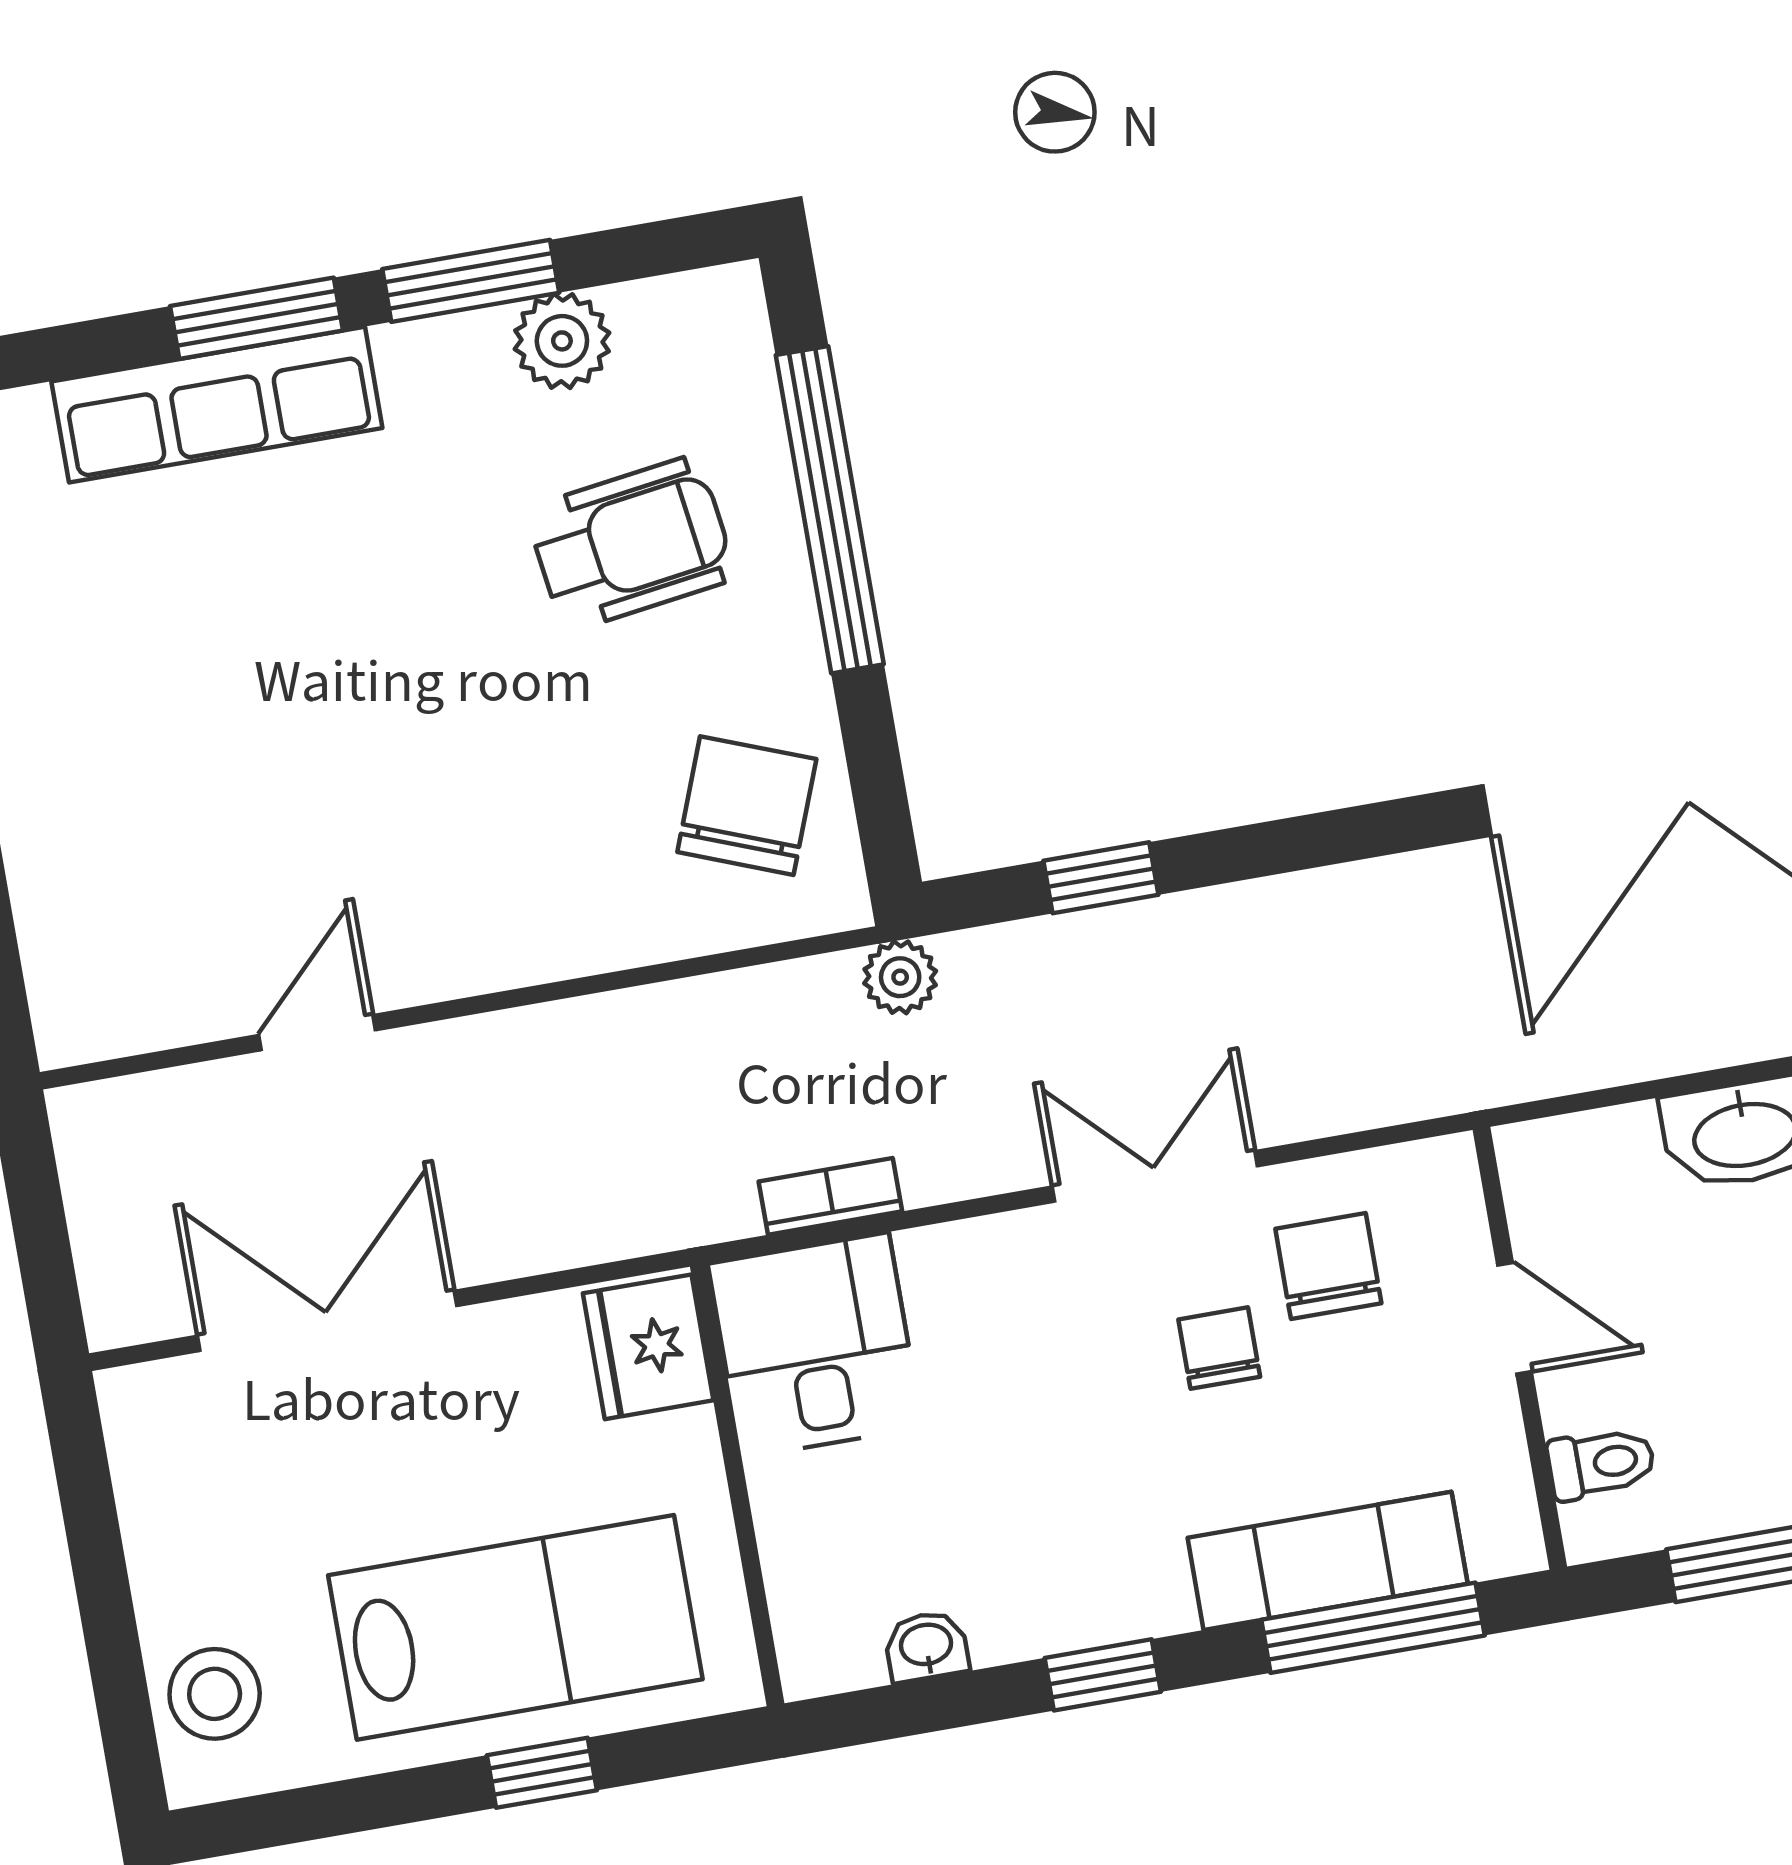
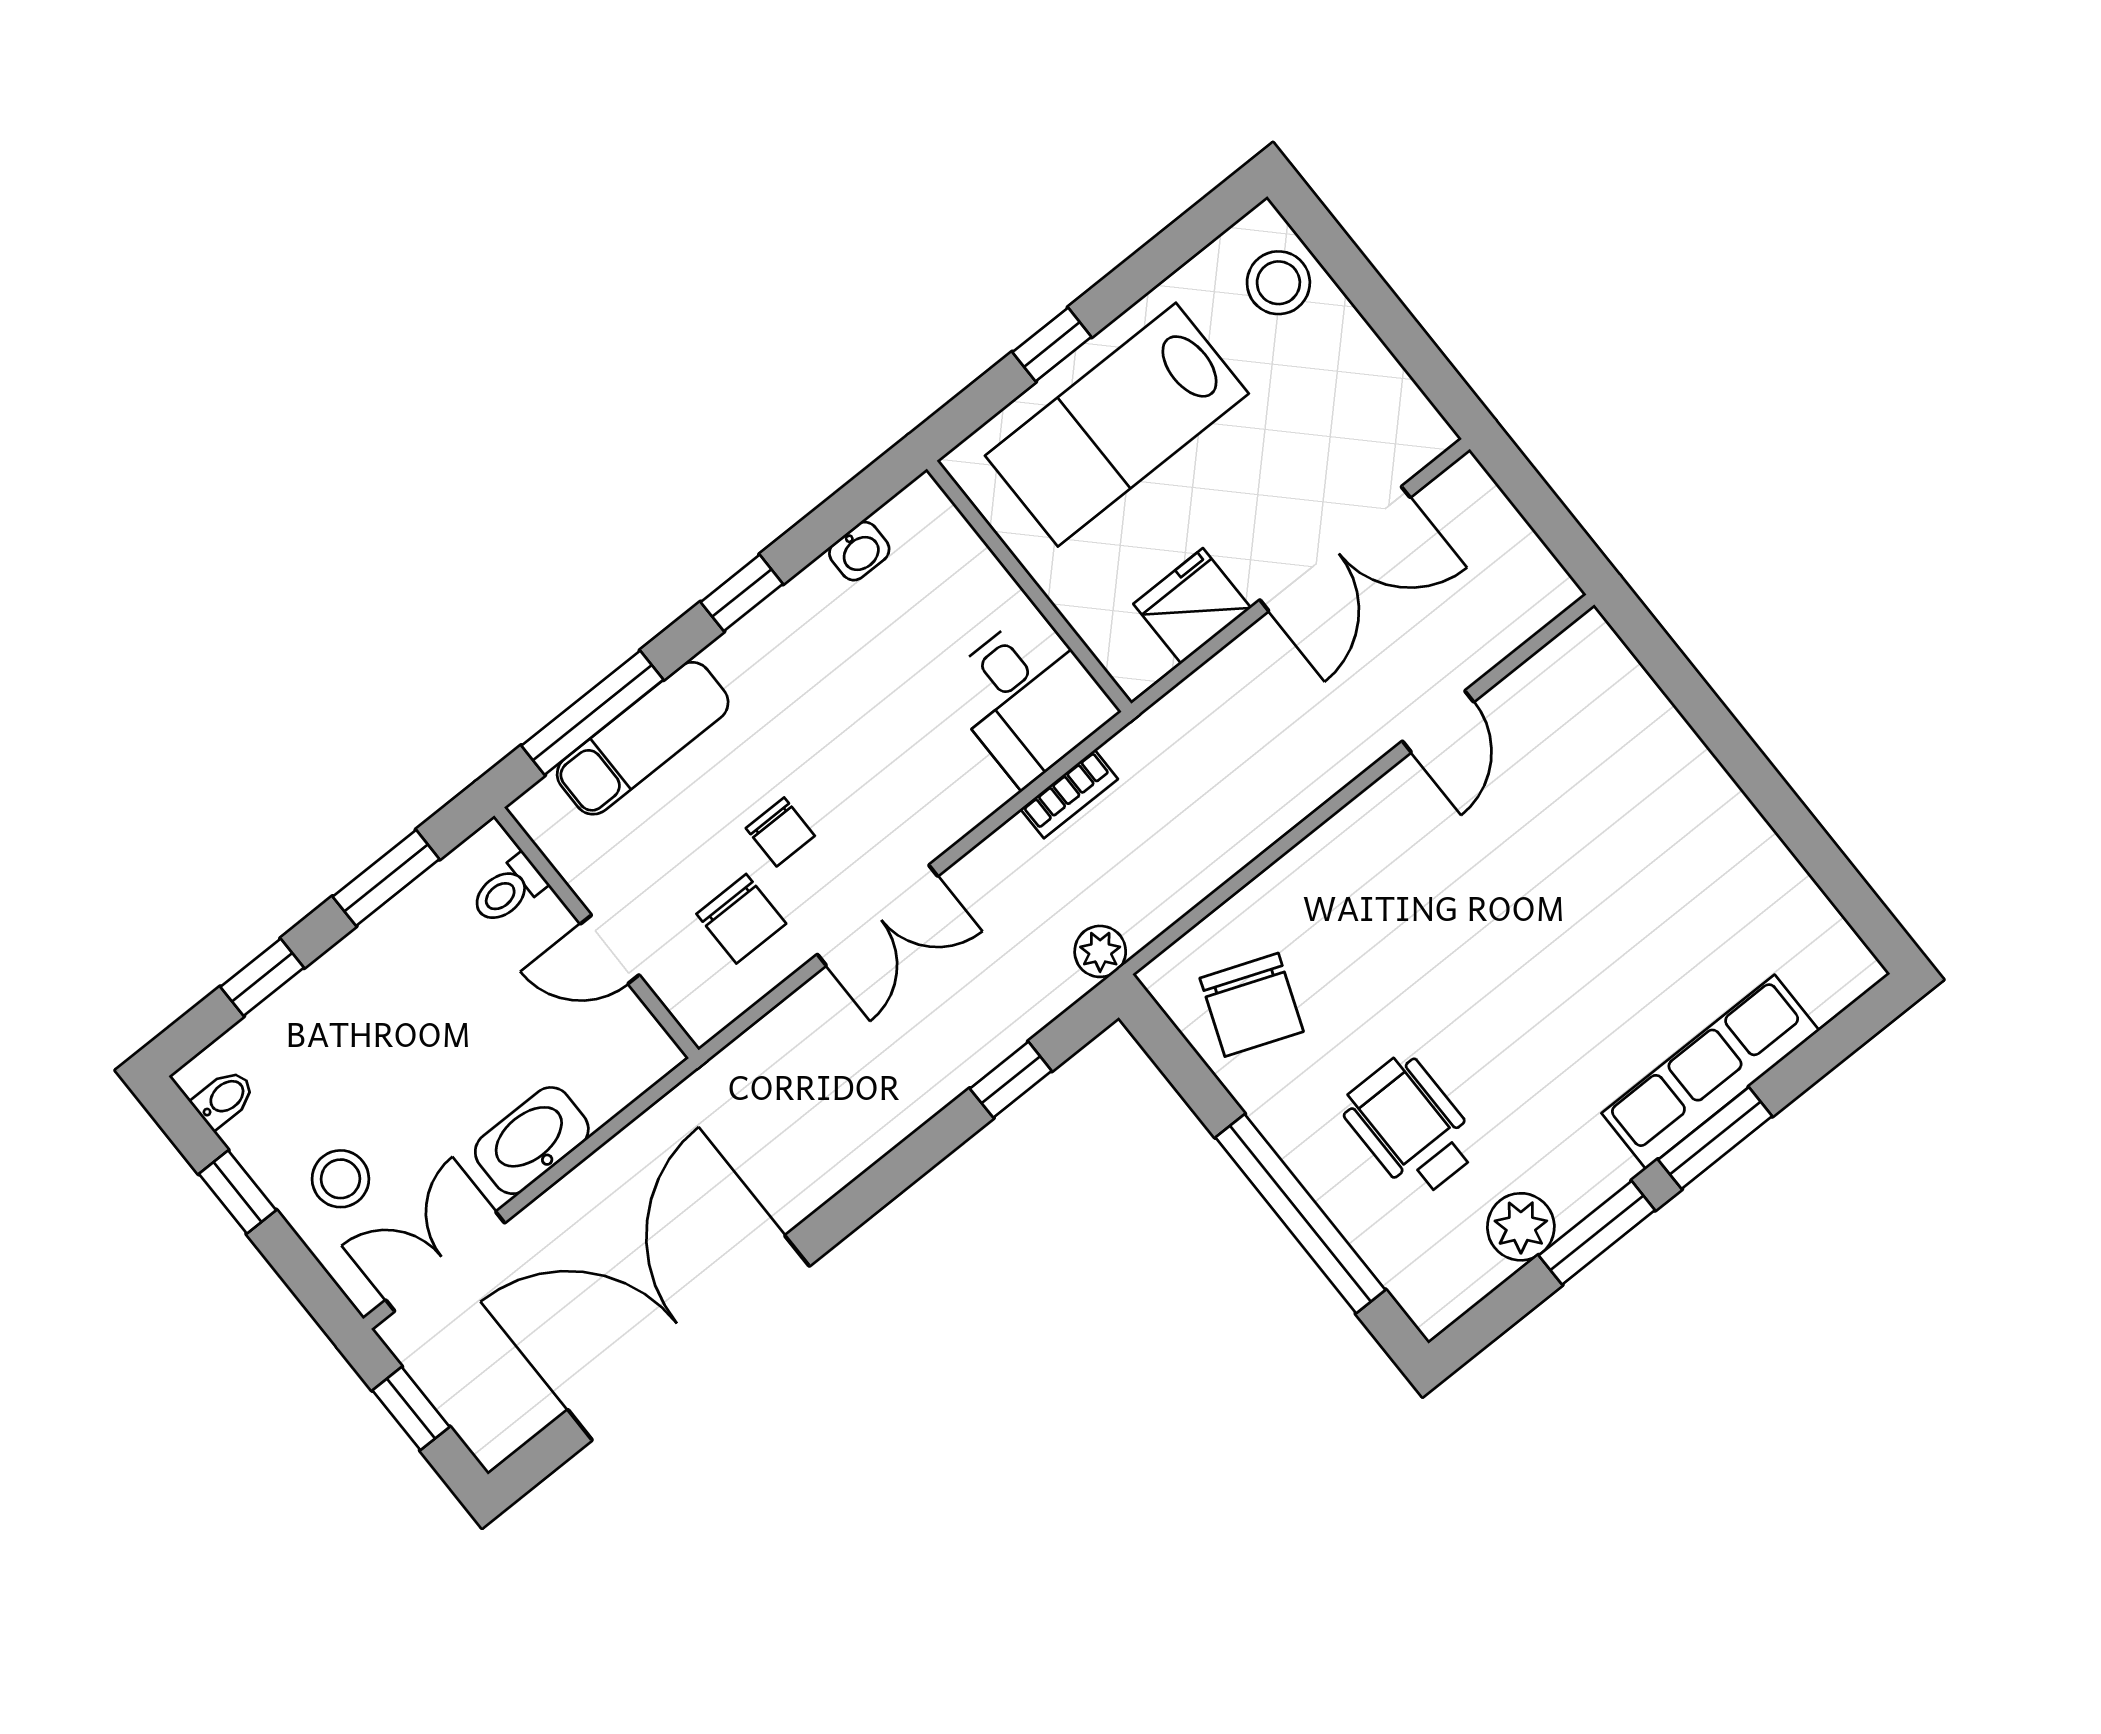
wheelchair: (631, 543) -> (1411, 1126), turned 98
fridge: (648, 1347) -> (1192, 606), moved, turned -90

